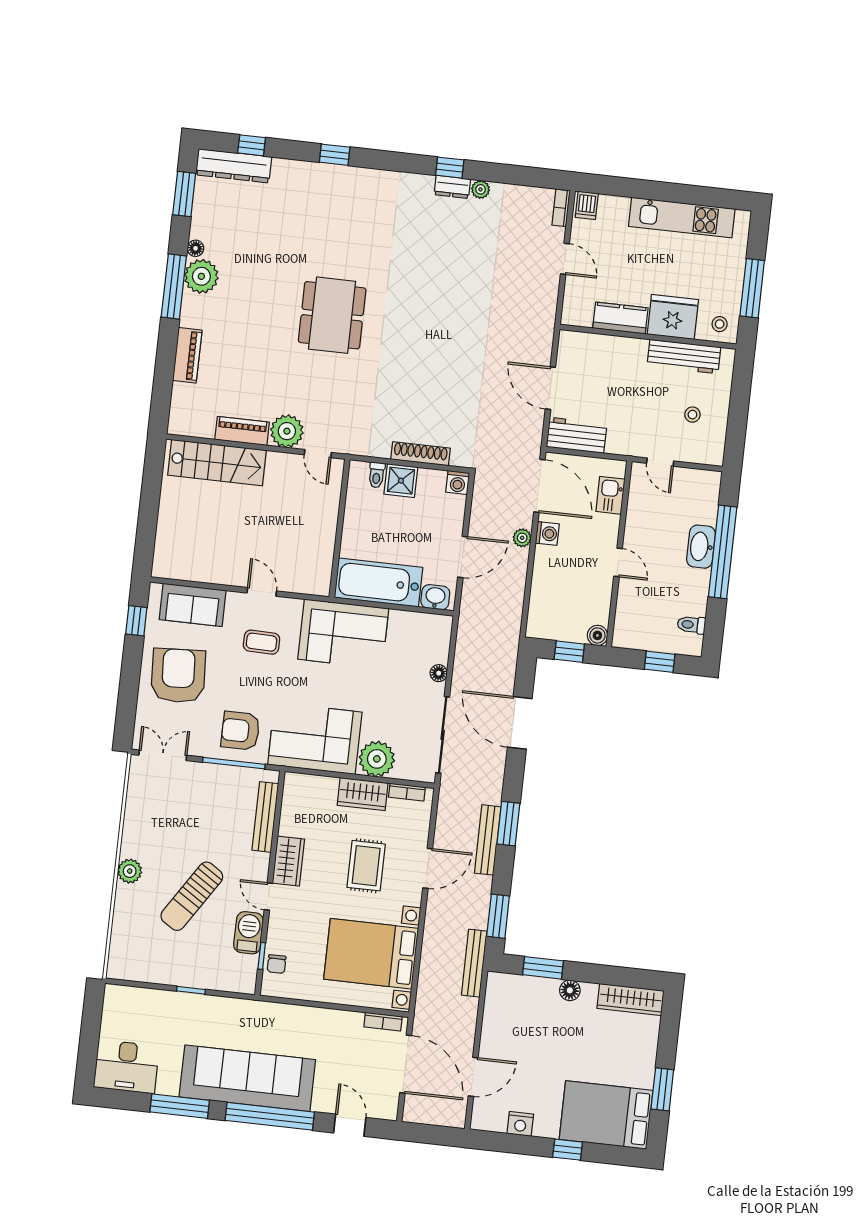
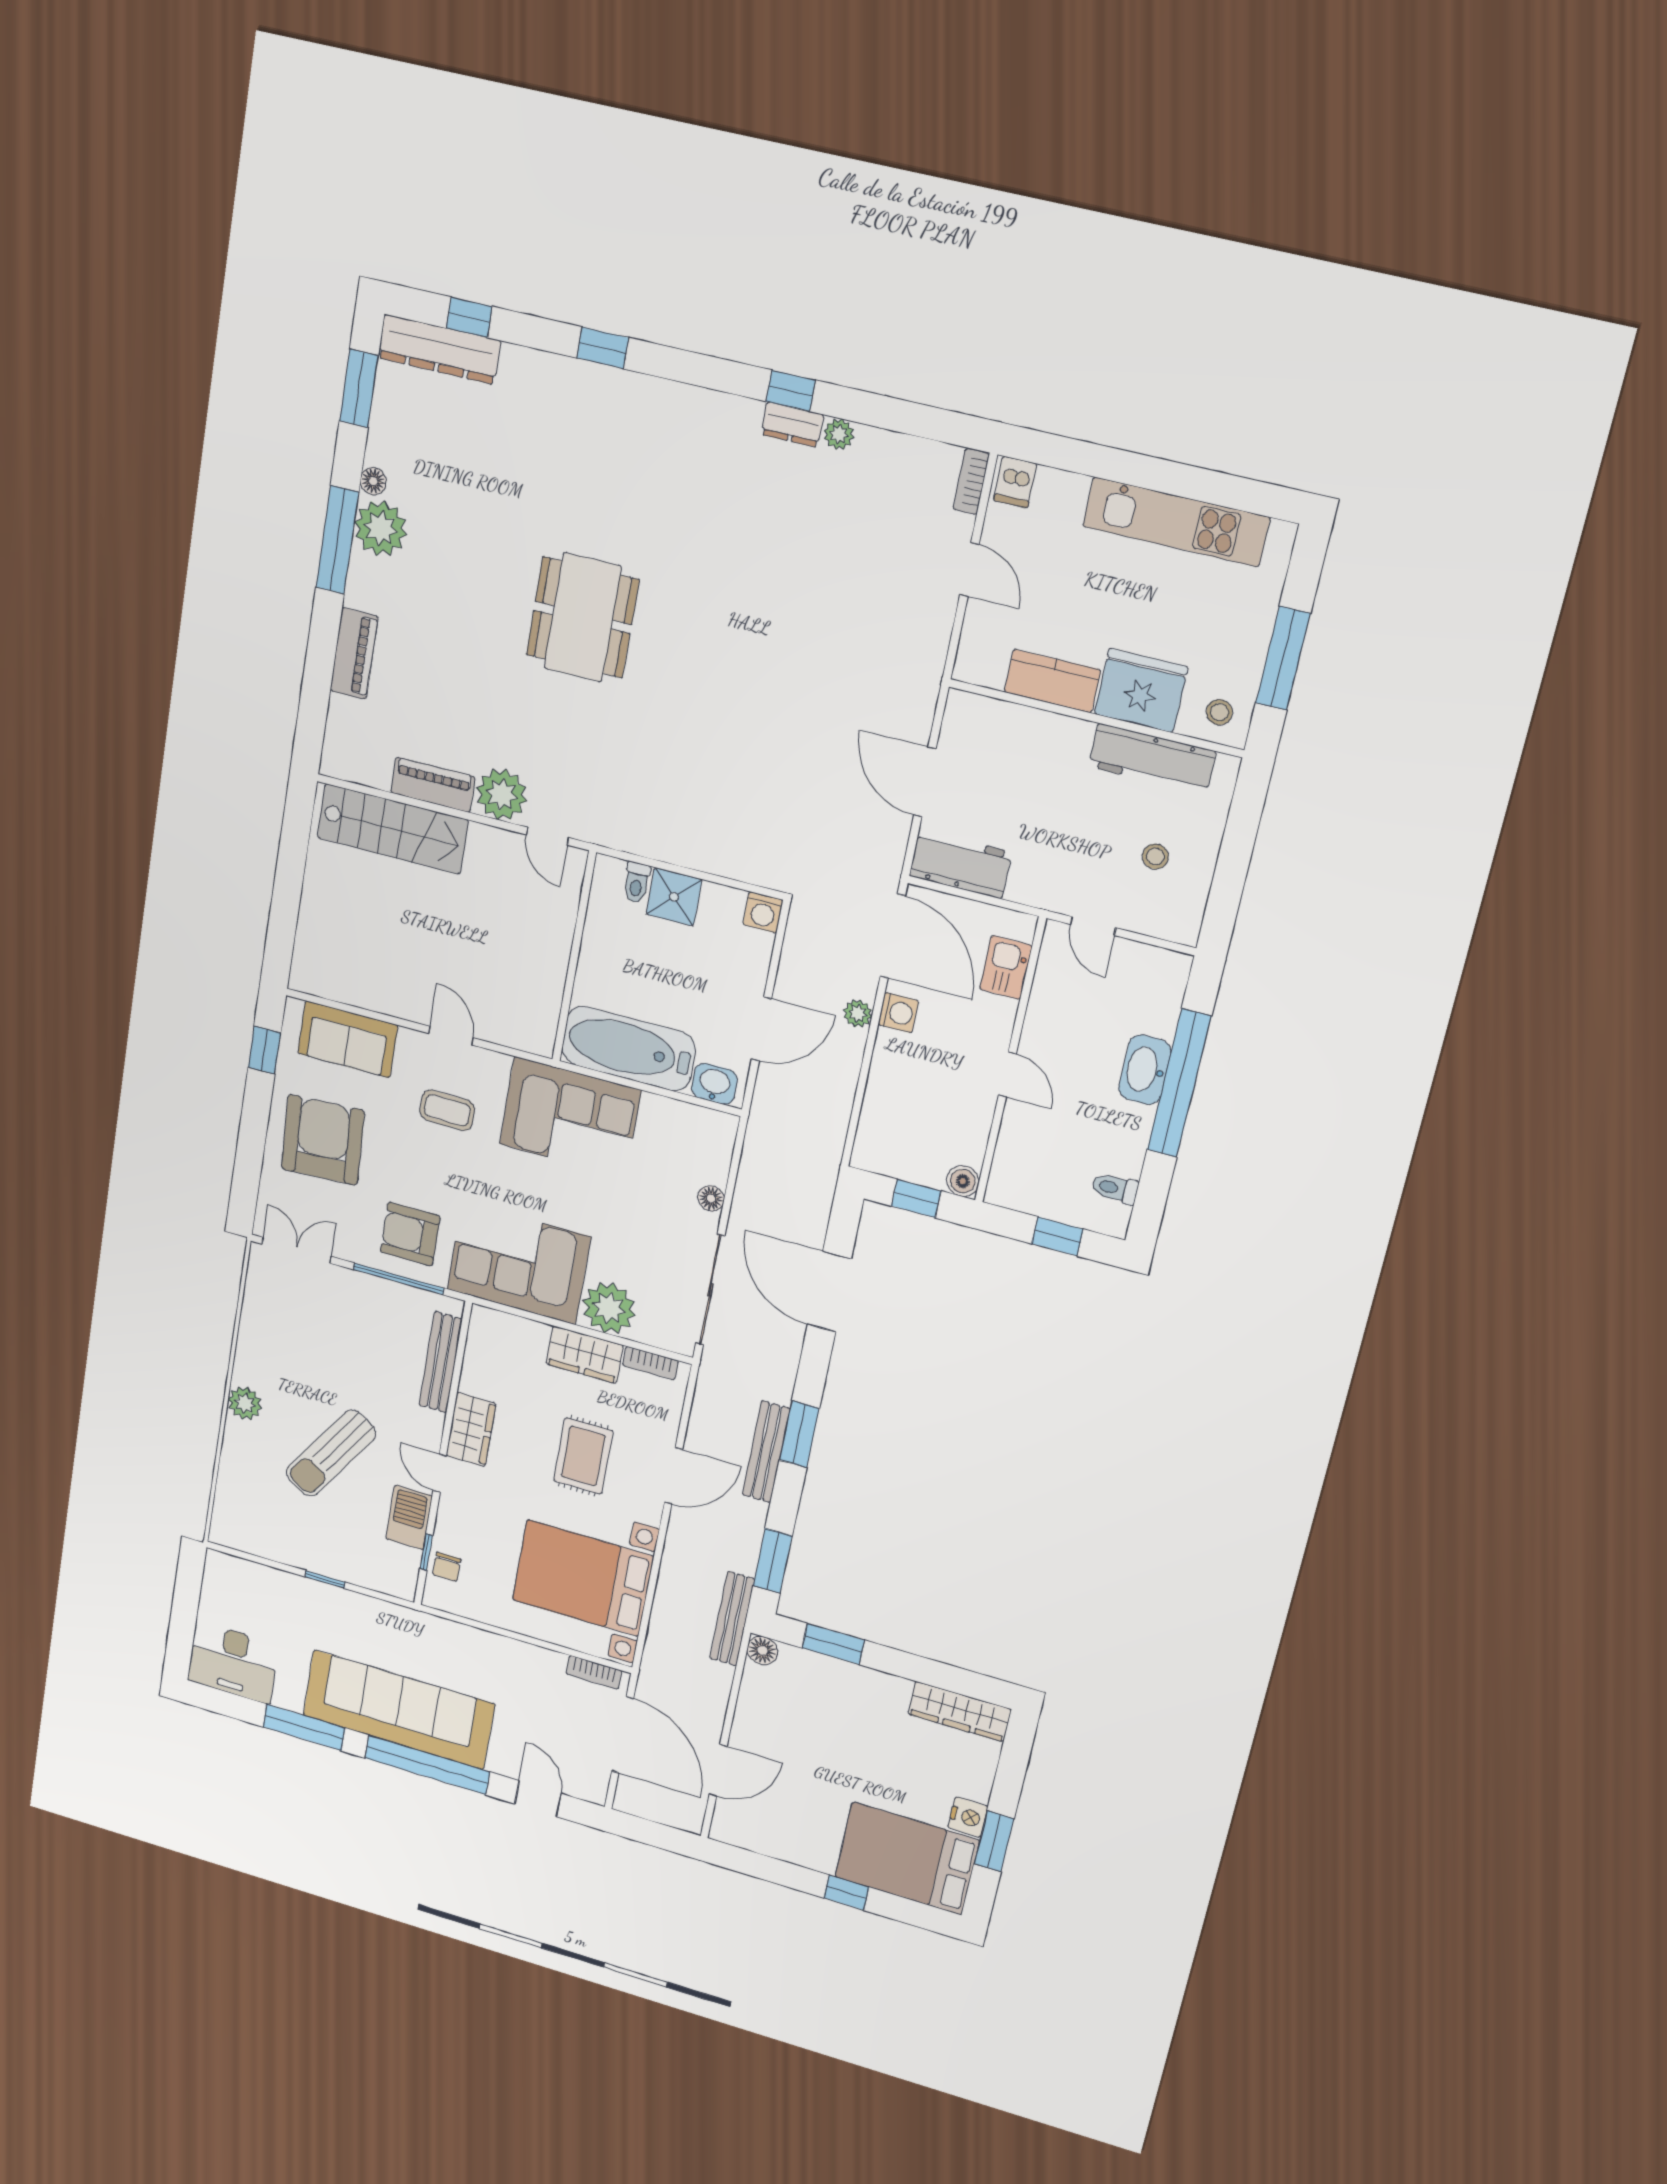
shoe rack: (421, 454) -> (708, 859), removed
floor lamp: (570, 990) -> (762, 1650), moved
nightstand: (520, 1124) -> (968, 1817), moved, turned -90

